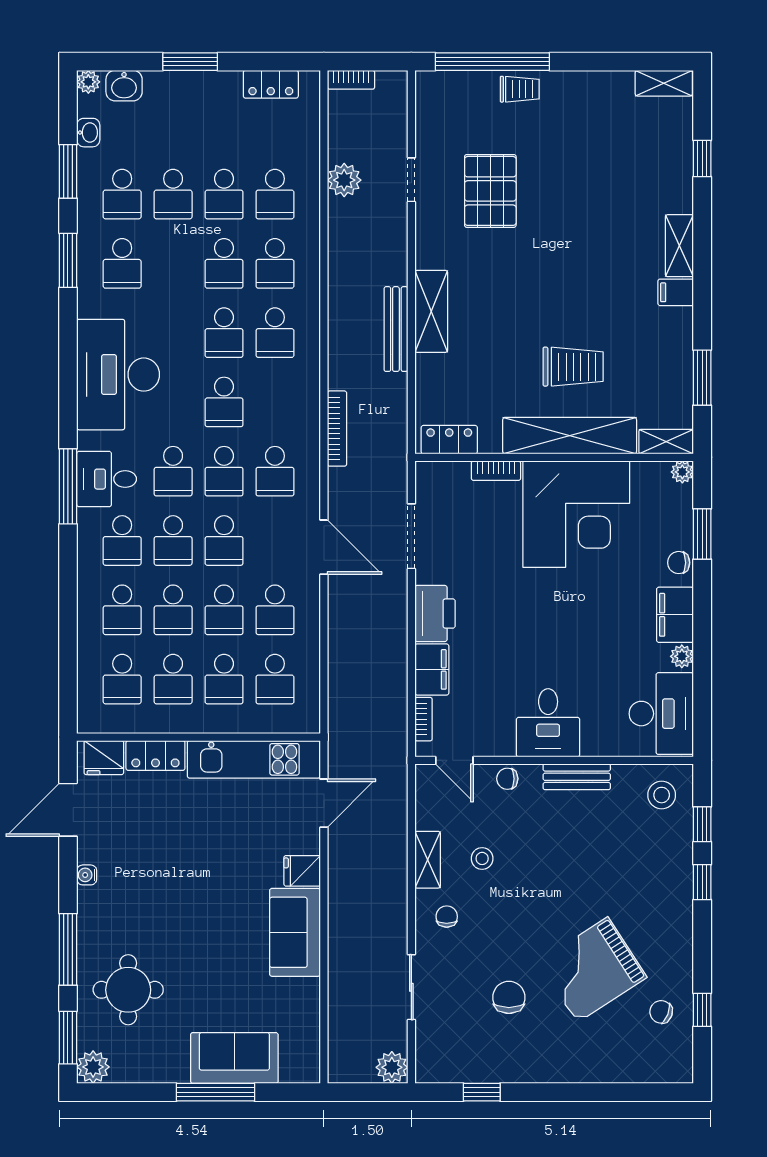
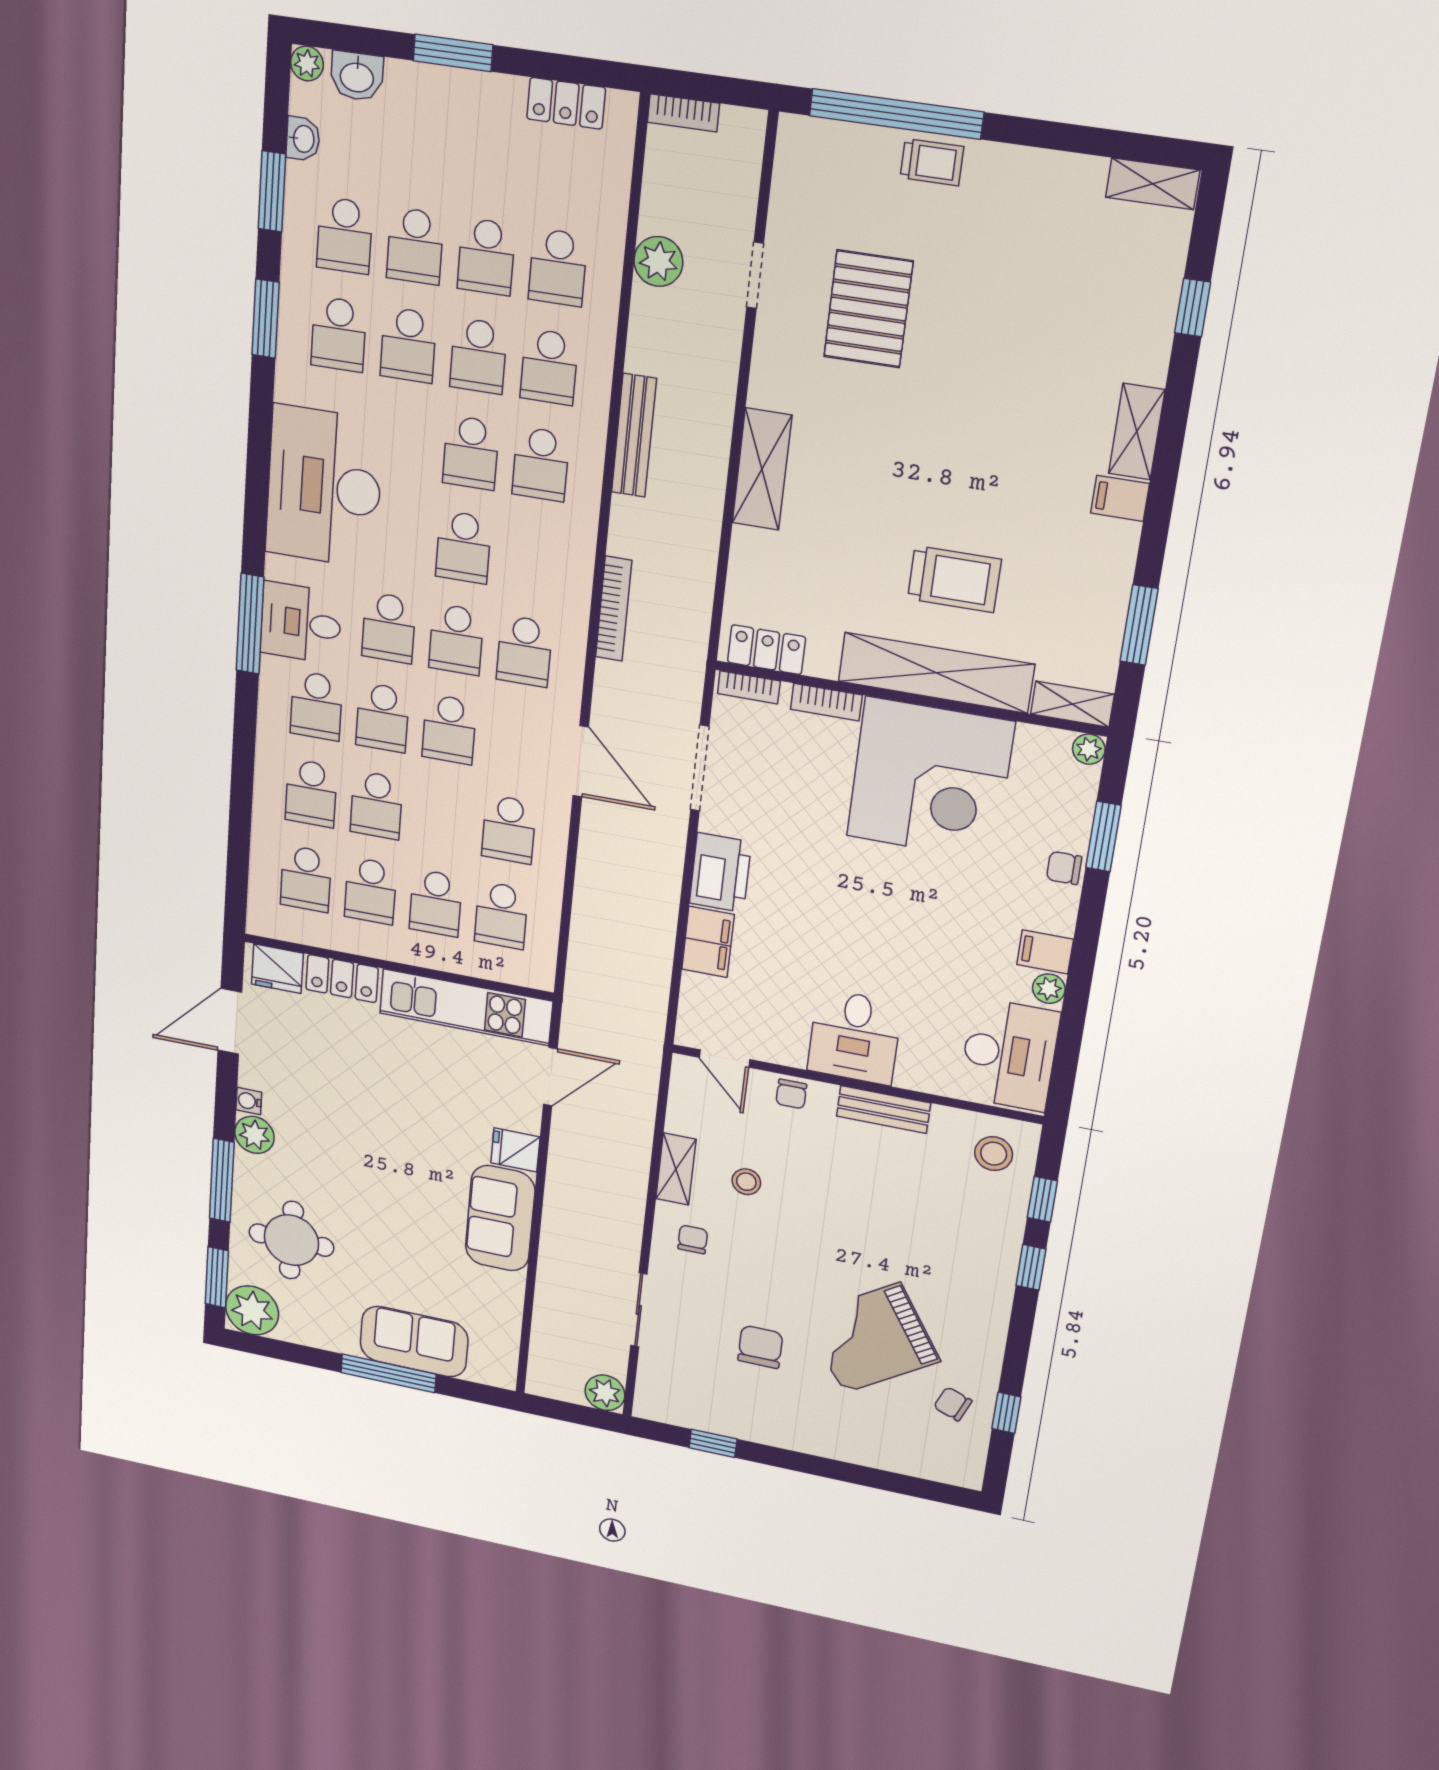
bench: (396, 329) -> (634, 435), moved
school desk: (224, 610) -> (408, 345), moved
filing cabinet: (675, 615) -> (1045, 952), width x0.50
bookcase: (424, 719) -> (749, 687), moved, turned 90
chair: (507, 779) -> (791, 1094), turned -90
plant: (93, 903) -> (254, 1135), added
plant: (93, 1067) -> (252, 1310), width x1.36, depth x1.36

